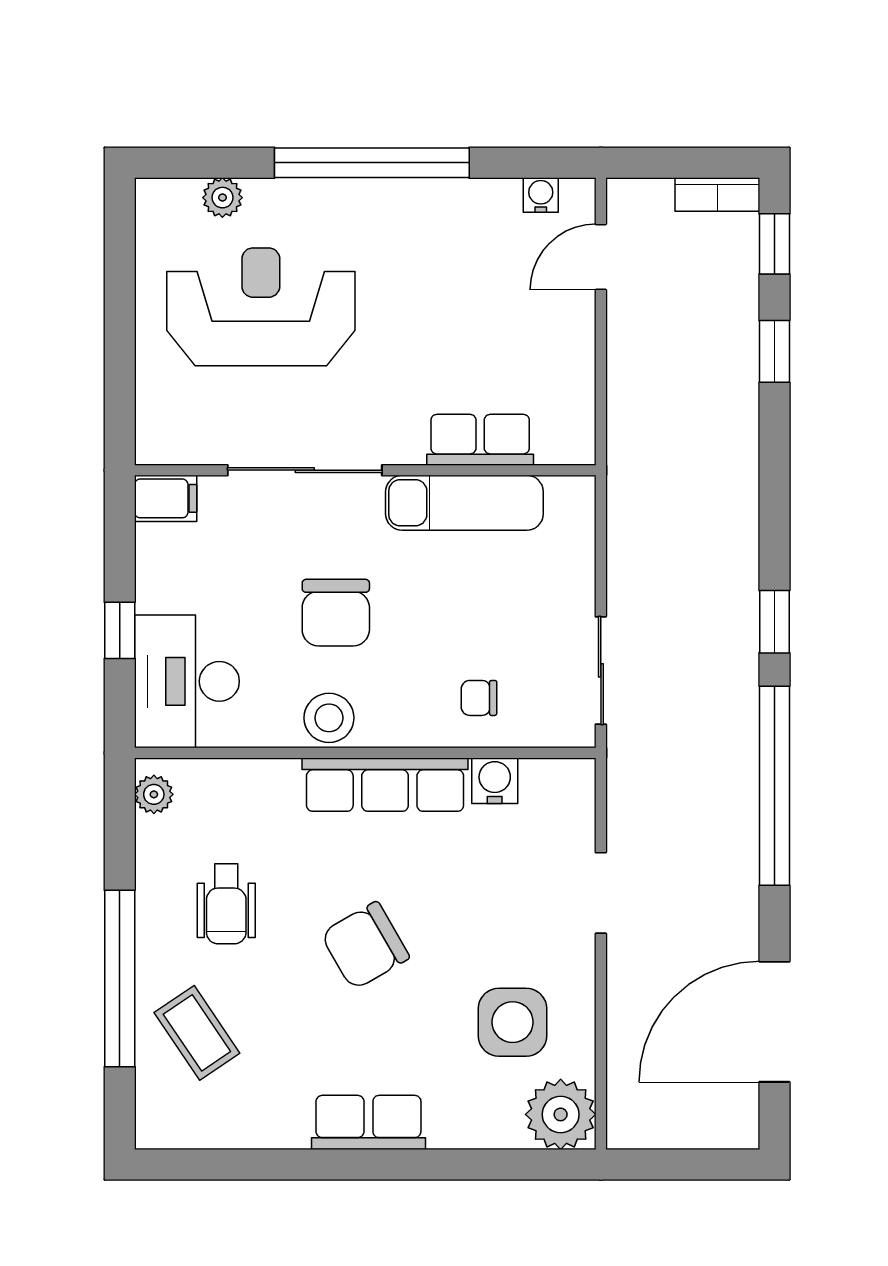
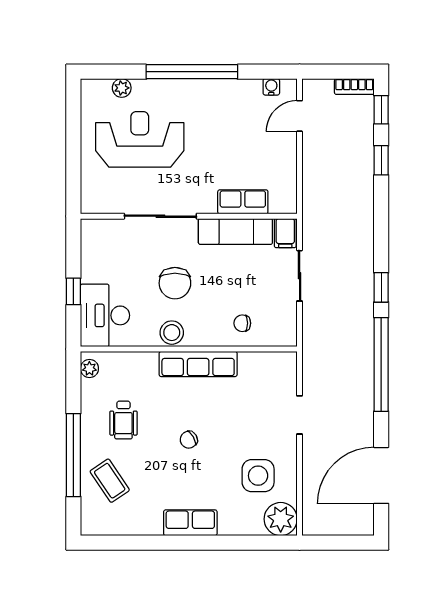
filing cabinet: (166, 498) -> (285, 233), moved, turned 90
sliding door: (601, 670) -> (300, 276), moved
water cooler: (495, 781) -> (250, 362), removed
chair: (365, 946) -> (189, 440), width x0.54, depth x0.54

